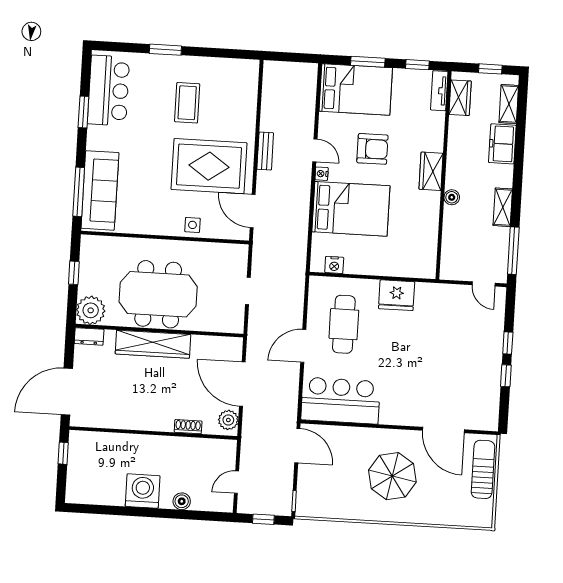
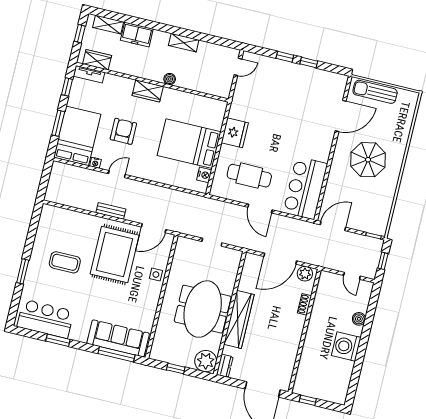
nightstand: (322, 174) -> (95, 163), moved
bed: (351, 209) -> (189, 144), moved, turned -90
window: (513, 251) -> (217, 41), removed

